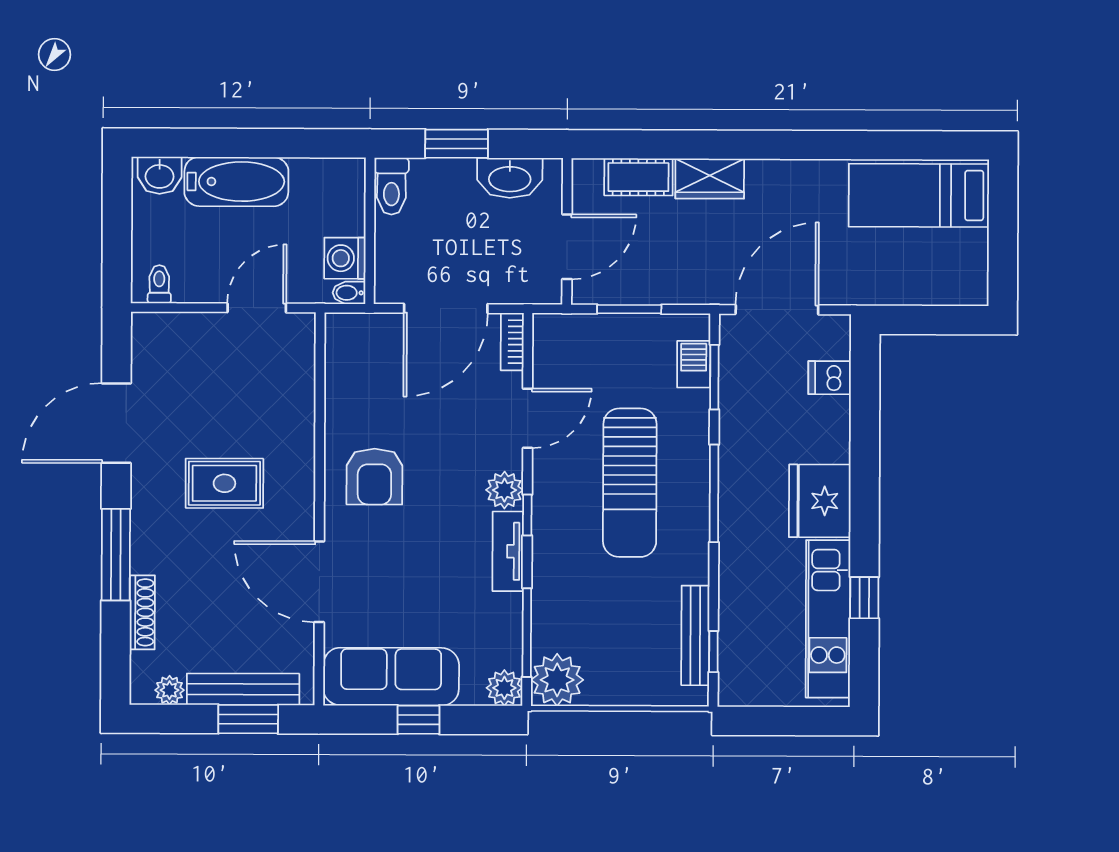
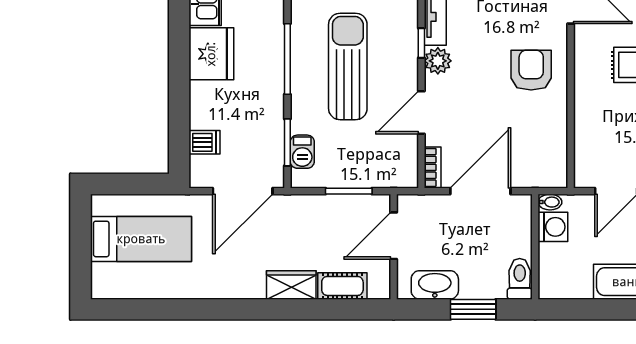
bed: (919, 195) -> (141, 239), moved

